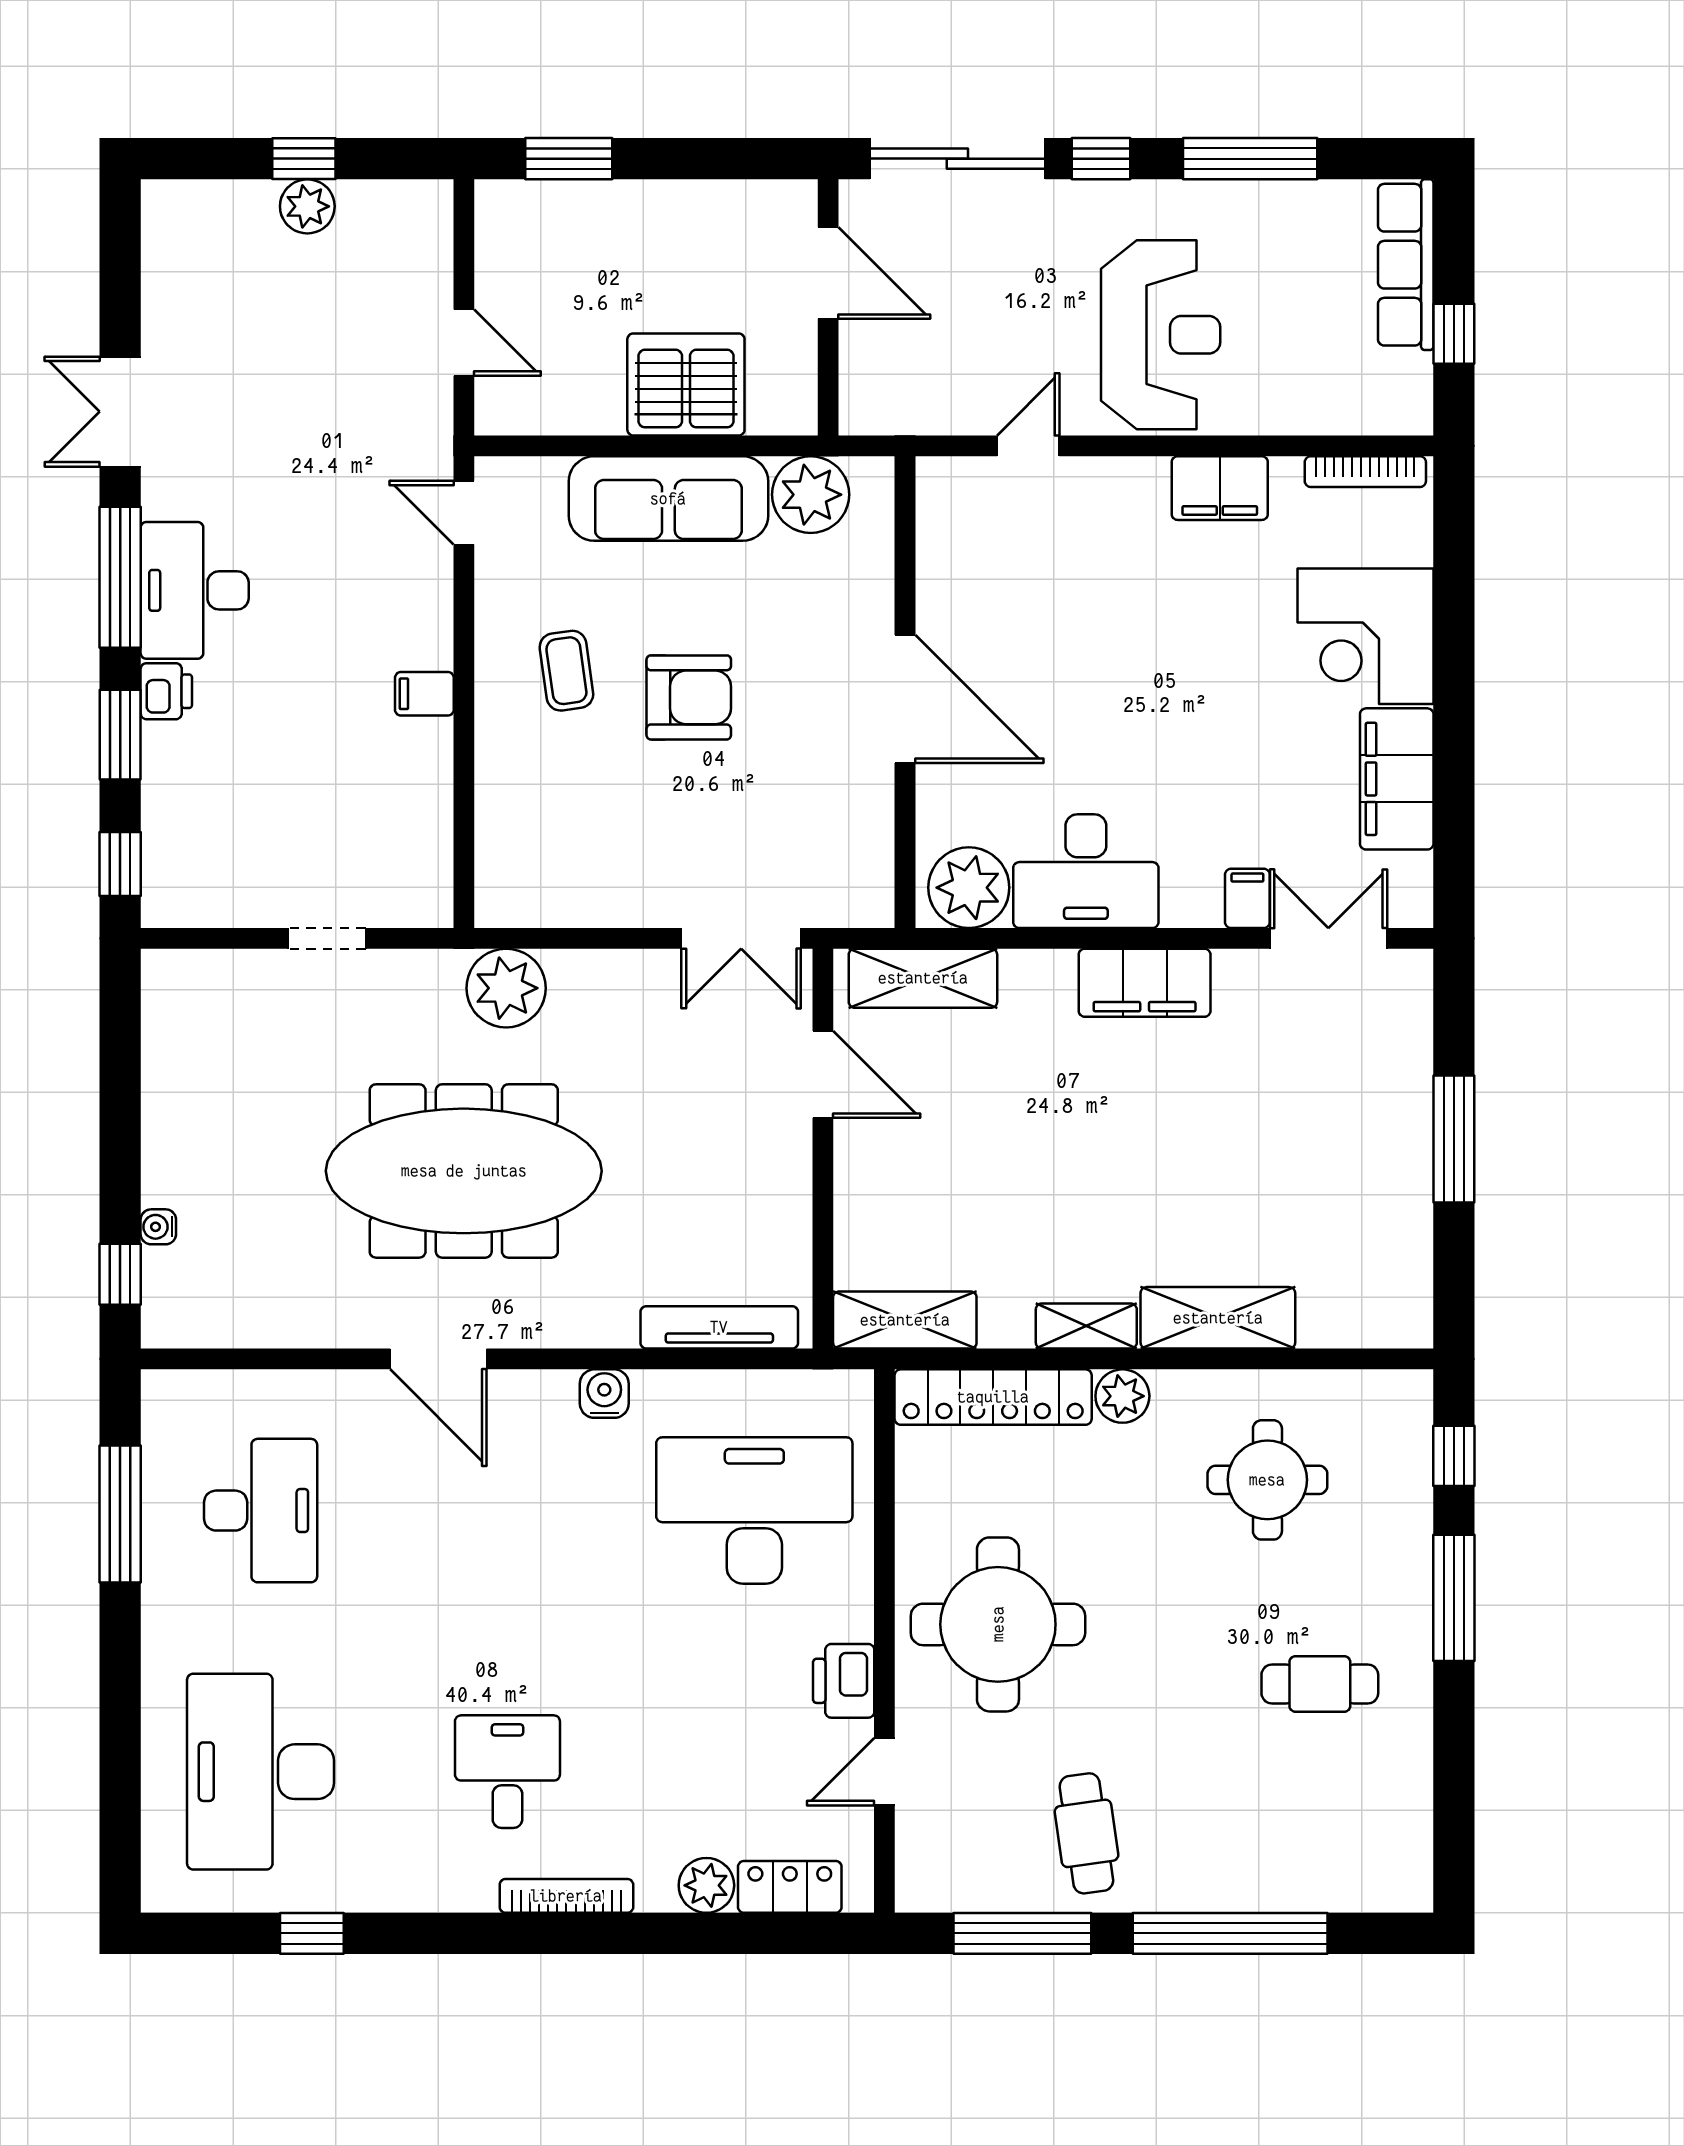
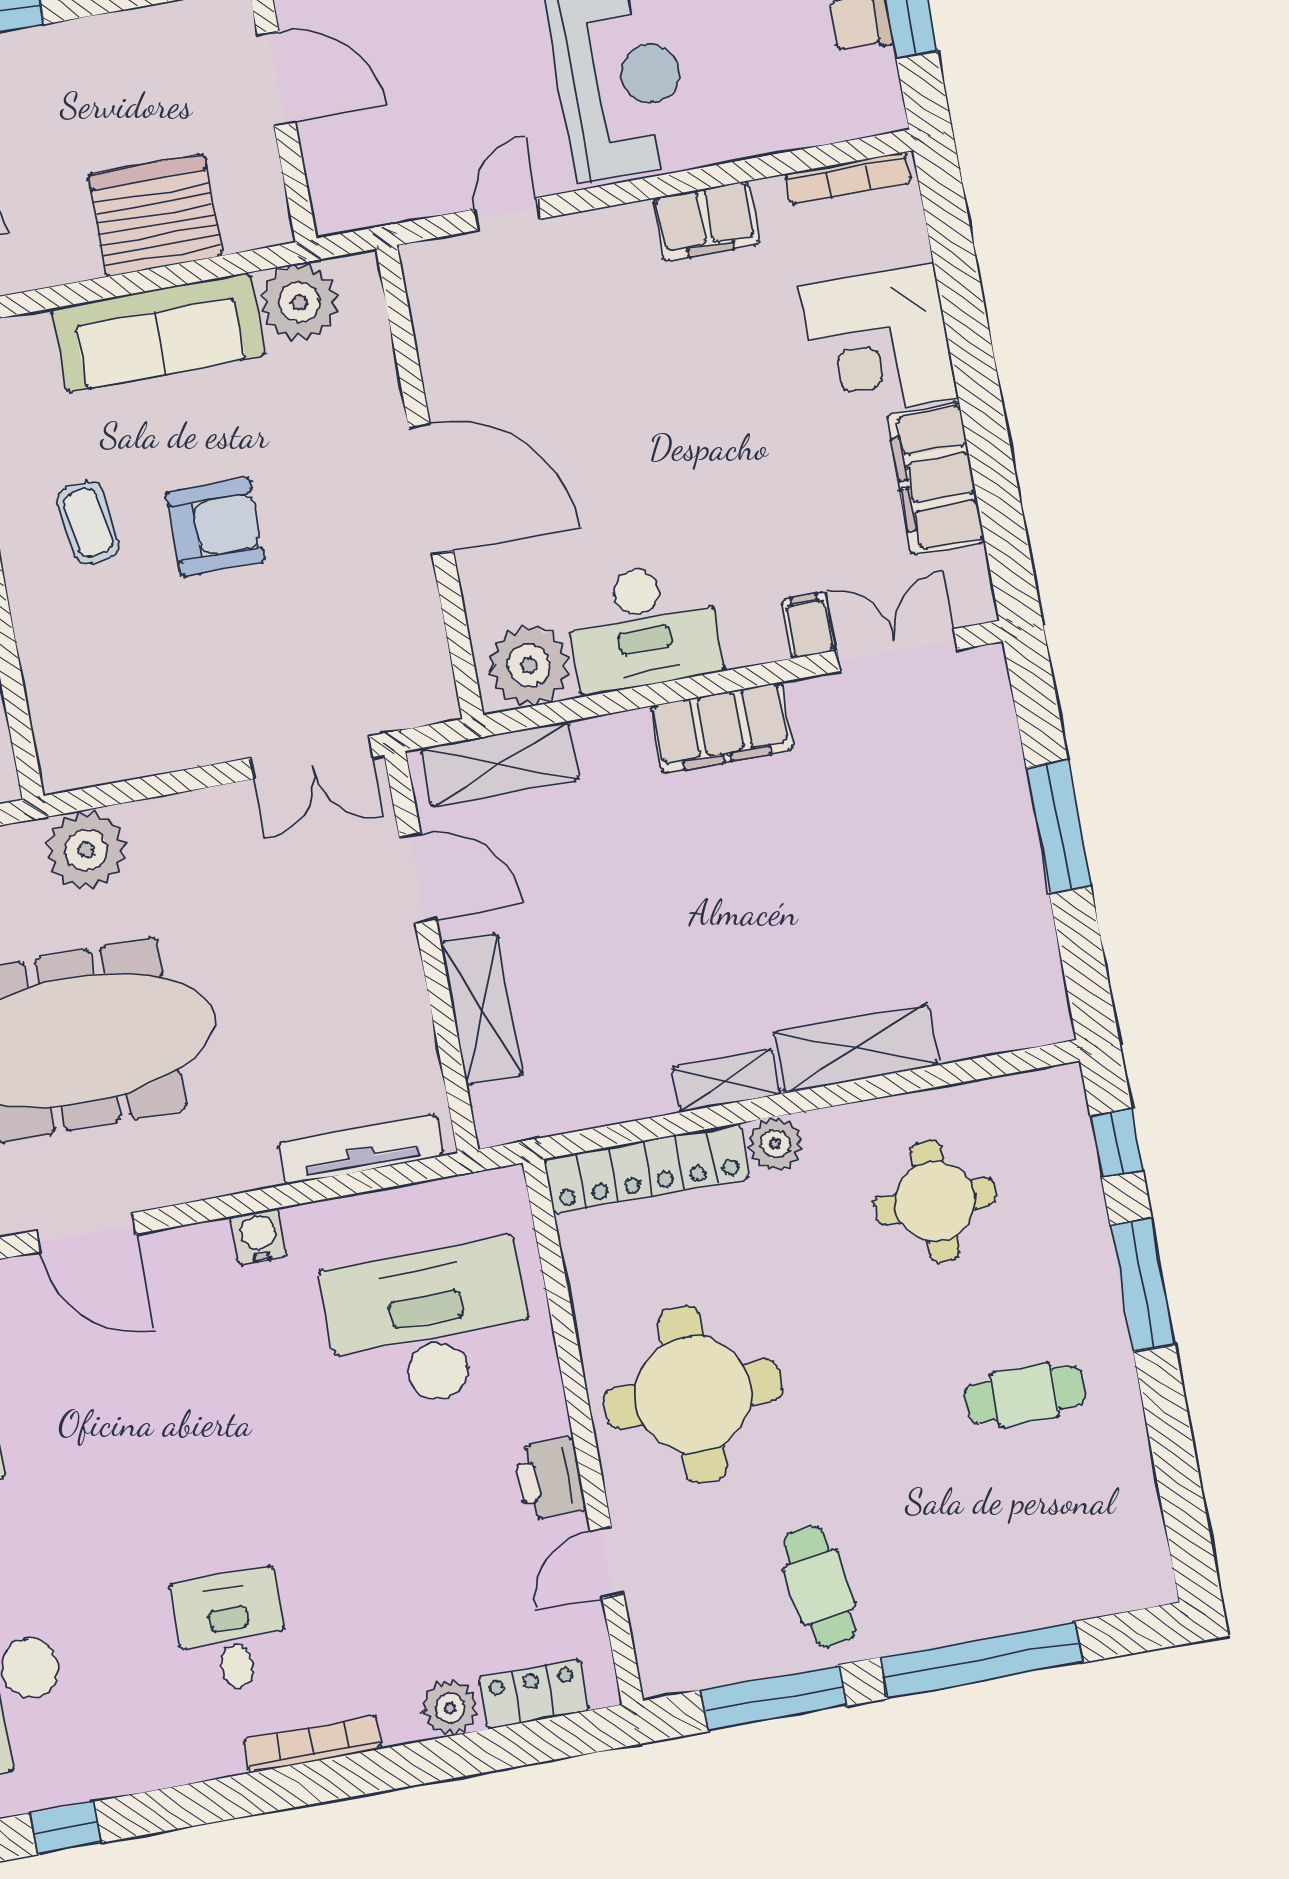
shelving: (905, 1320) -> (482, 1009), moved, turned 90

